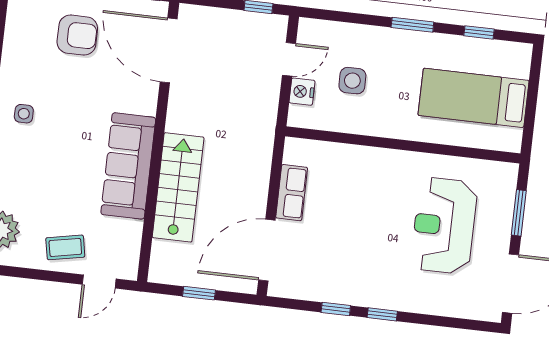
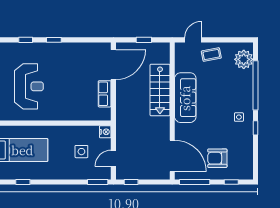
window: (412, 25) -> (98, 182), moved
nightstand: (302, 92) -> (105, 132), moved
window: (336, 309) -> (26, 40), moved

